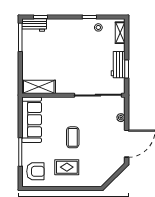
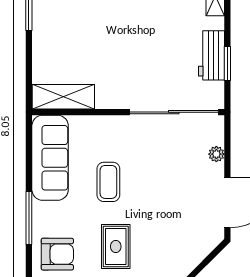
coffee table: (73, 137) -> (108, 182), moved
rug: (67, 167) -> (116, 247), turned 90

